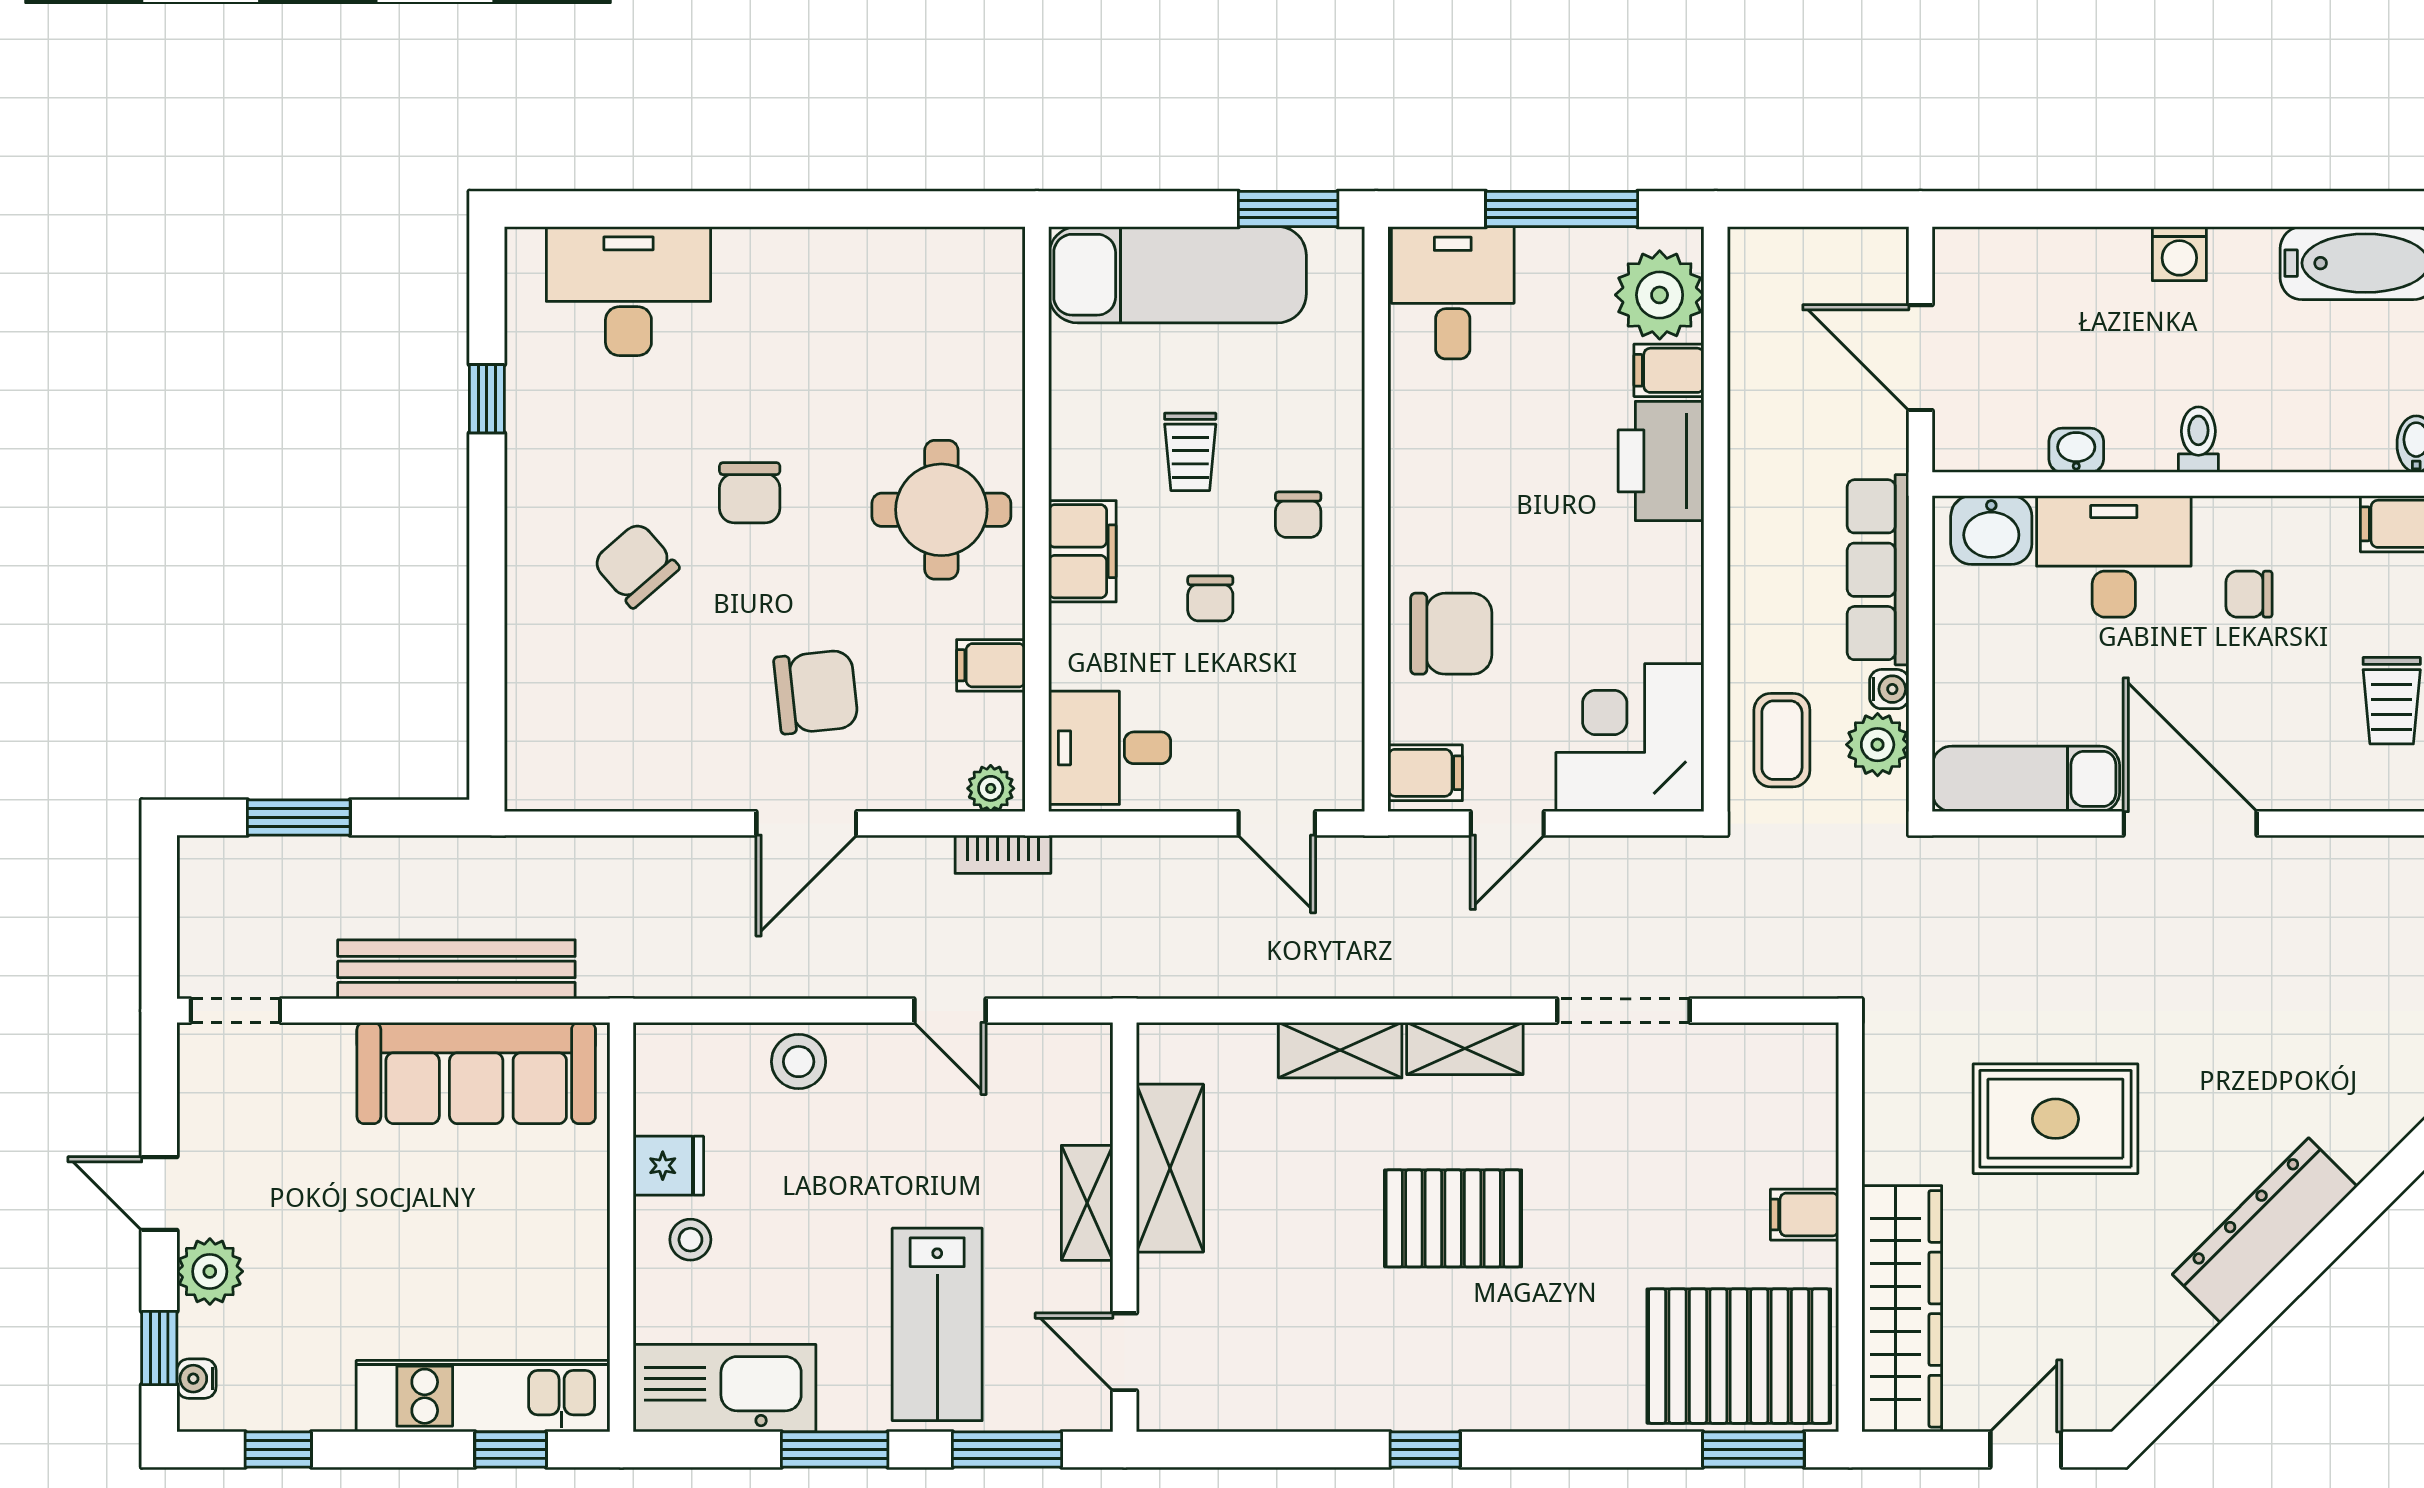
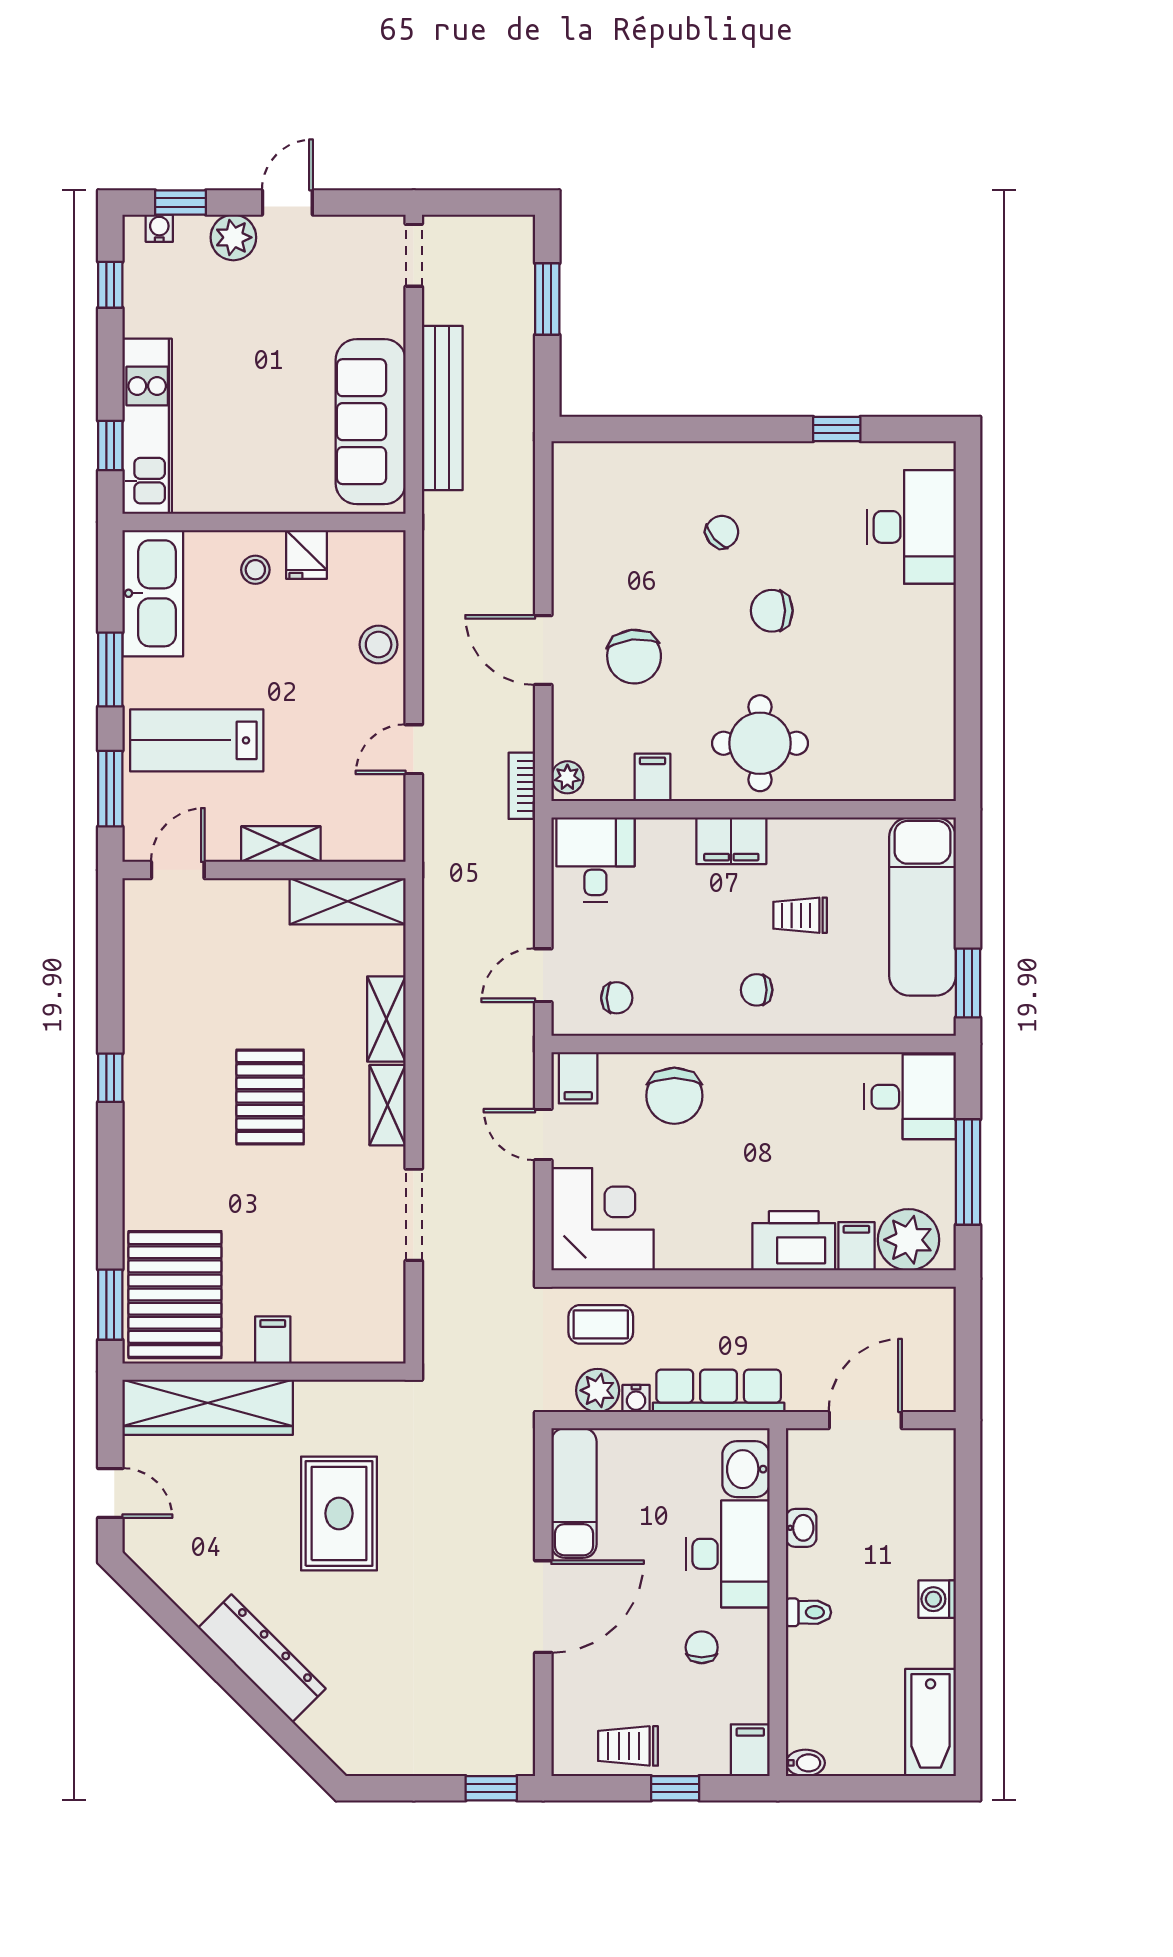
chair: (636, 565) -> (722, 532), width x0.73, depth x0.73
chair: (1210, 598) -> (617, 998), moved, turned 180
shelving: (1170, 1168) -> (348, 901), moved

